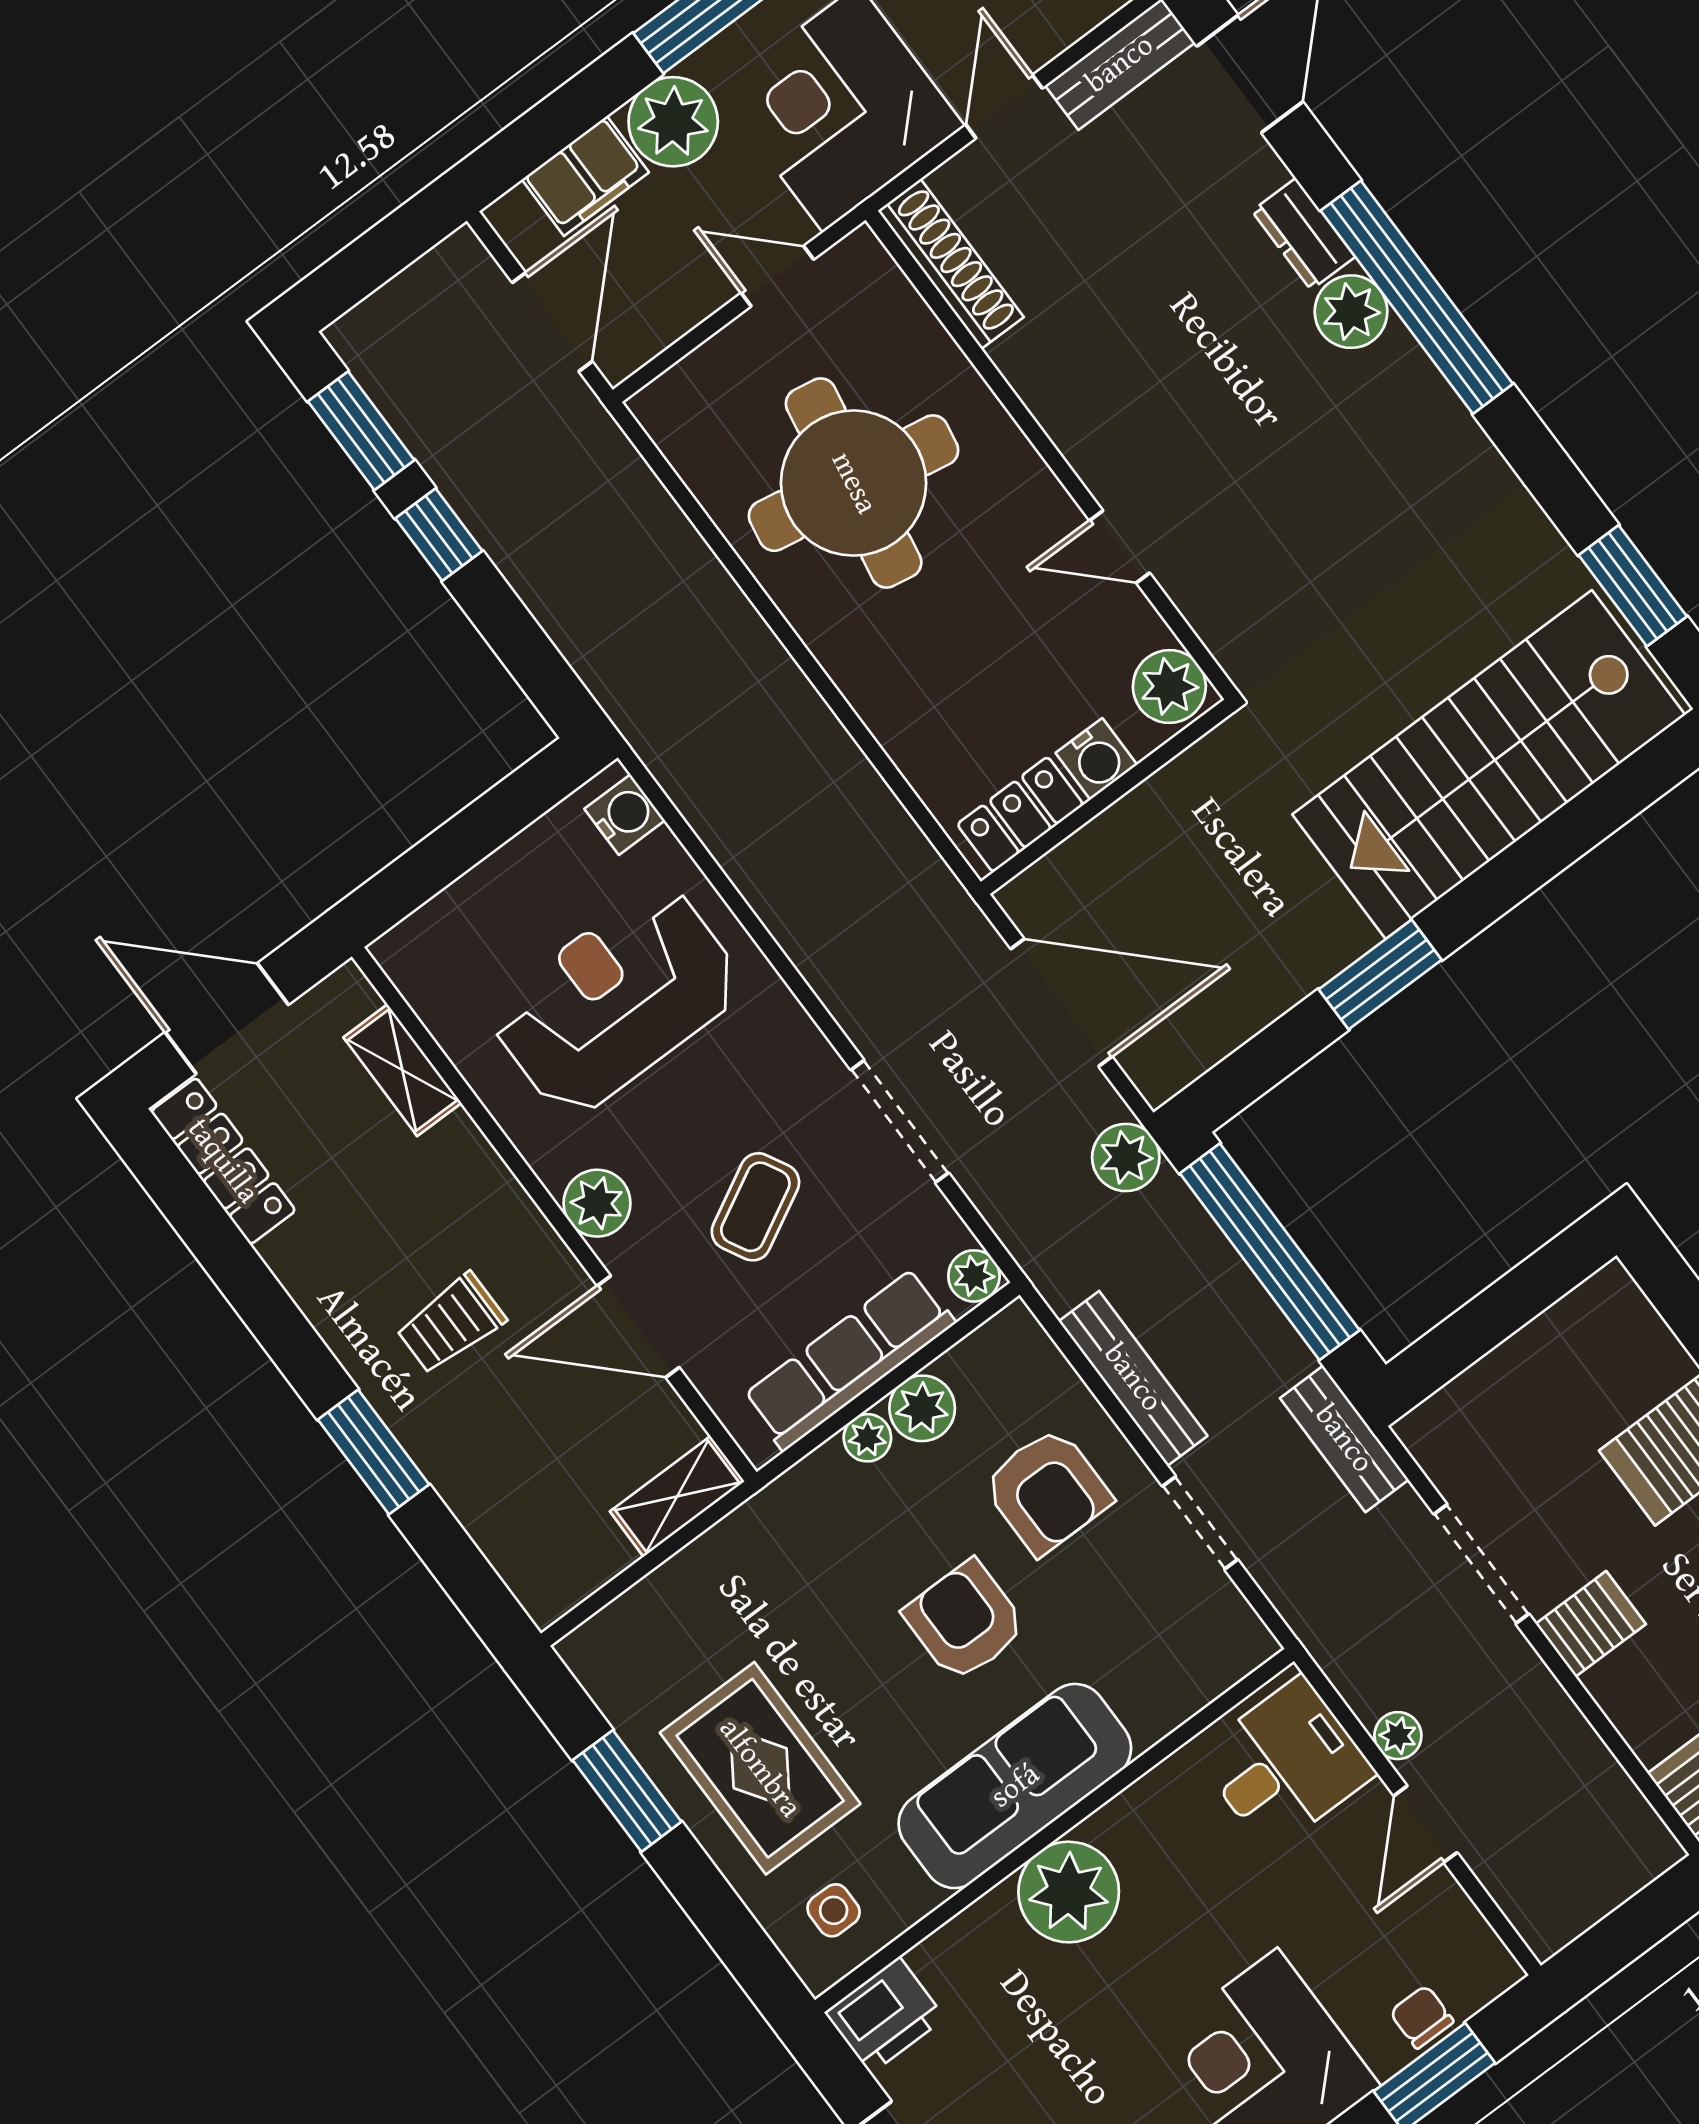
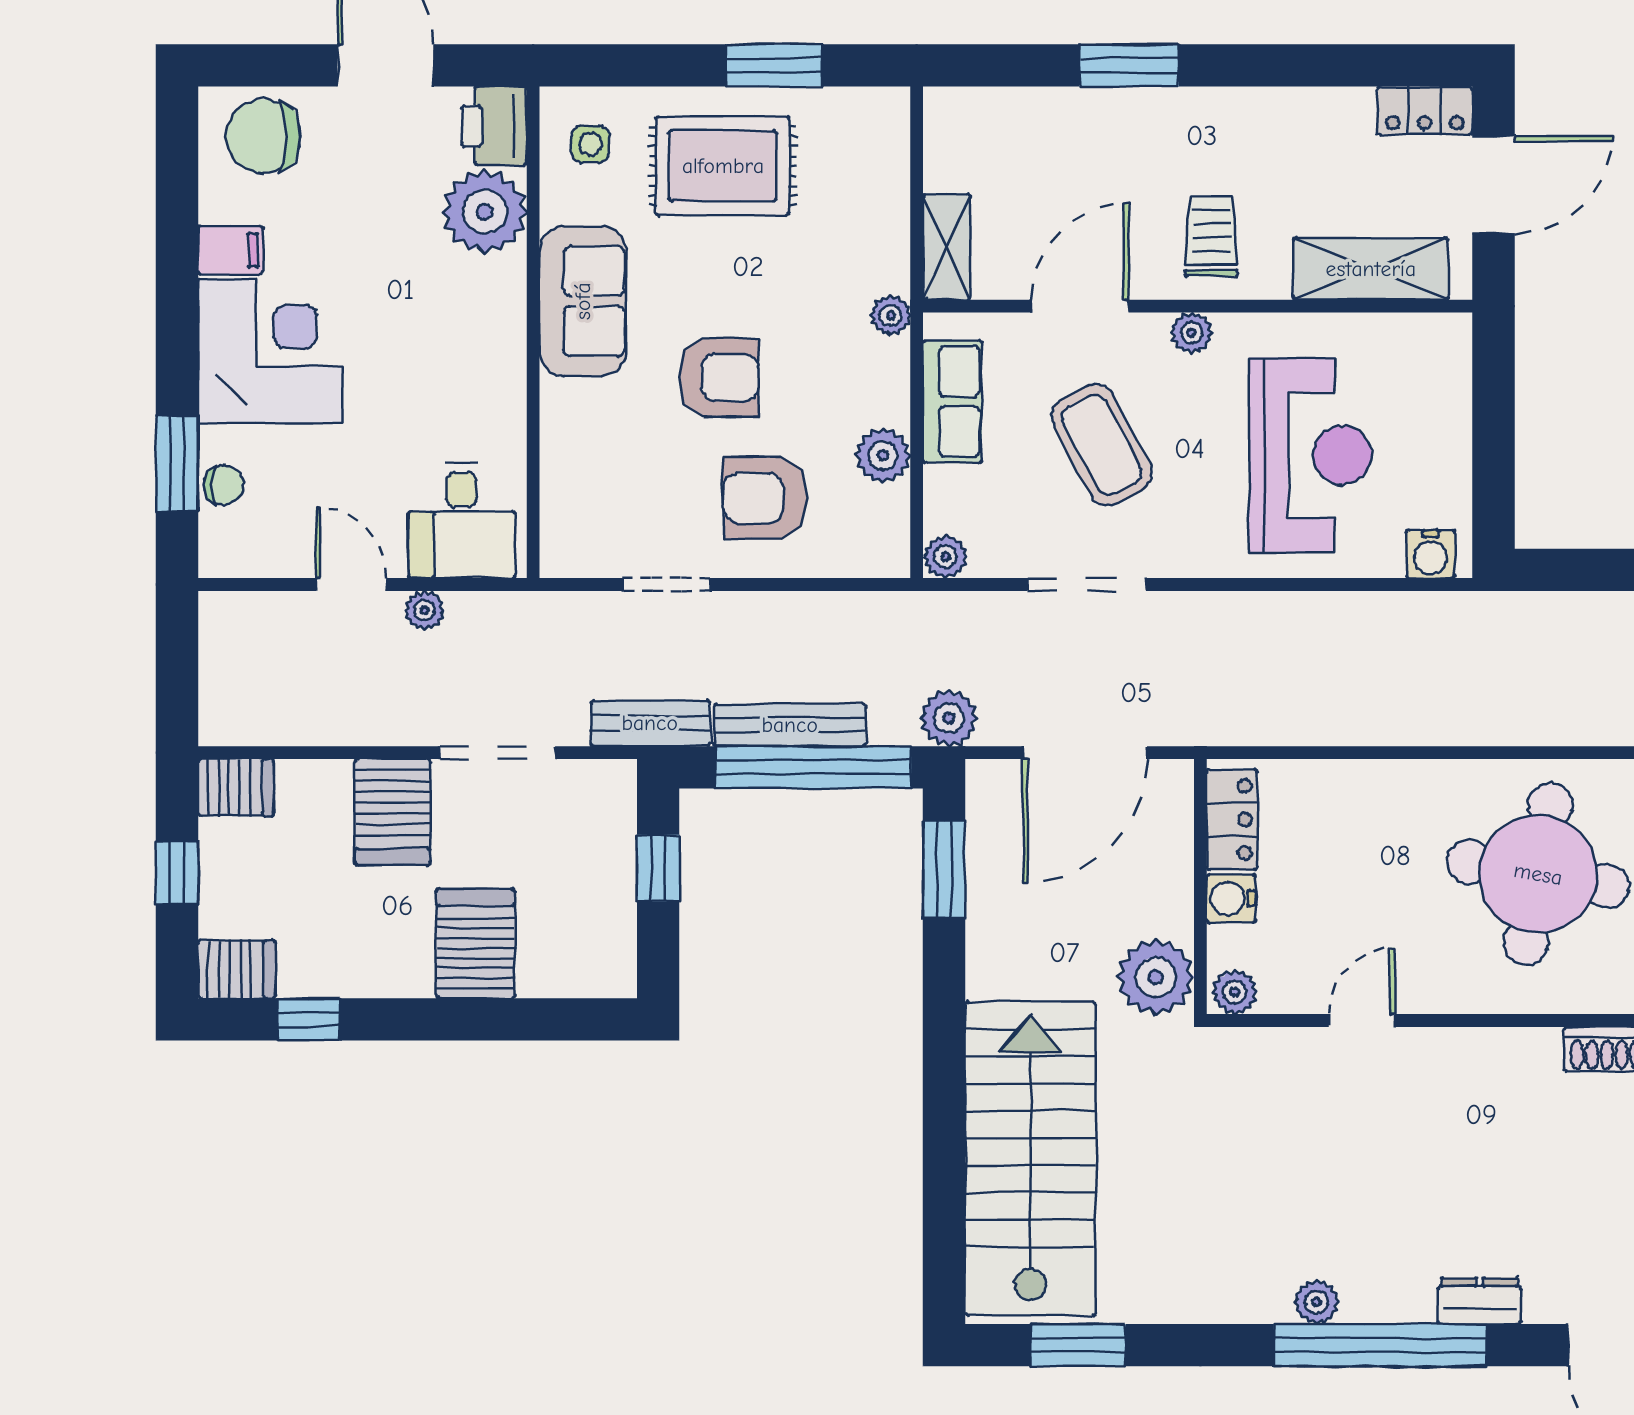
plant: (1351, 312) -> (1317, 1302), moved, width x0.73, depth x0.73
plant: (1169, 687) -> (1235, 992), width x0.73, depth x0.73
plant: (1225, 775) -> (1156, 977), added
window: (1380, 975) -> (944, 869), moved
shelving: (402, 1070) -> (1371, 269), width x1.50, depth x1.33
locker: (223, 1161) -> (1425, 111), width x0.66
plant: (597, 1203) -> (1191, 333), width x0.73, depth x0.73
coffee table: (755, 1207) -> (1102, 445), width x1.36, depth x1.30
trolley: (451, 1324) -> (1211, 236), moved
window: (1477, 1328) -> (658, 868), added
row of seats: (849, 1359) -> (952, 402), width x0.68
bench: (1133, 1378) -> (790, 725), moved
plant: (867, 1438) -> (891, 315), moved
server rack: (1591, 1624) -> (392, 812), width x1.36, depth x1.44
sofa: (1015, 1786) -> (583, 301), width x0.73
plant: (1069, 1892) -> (485, 212), moved

